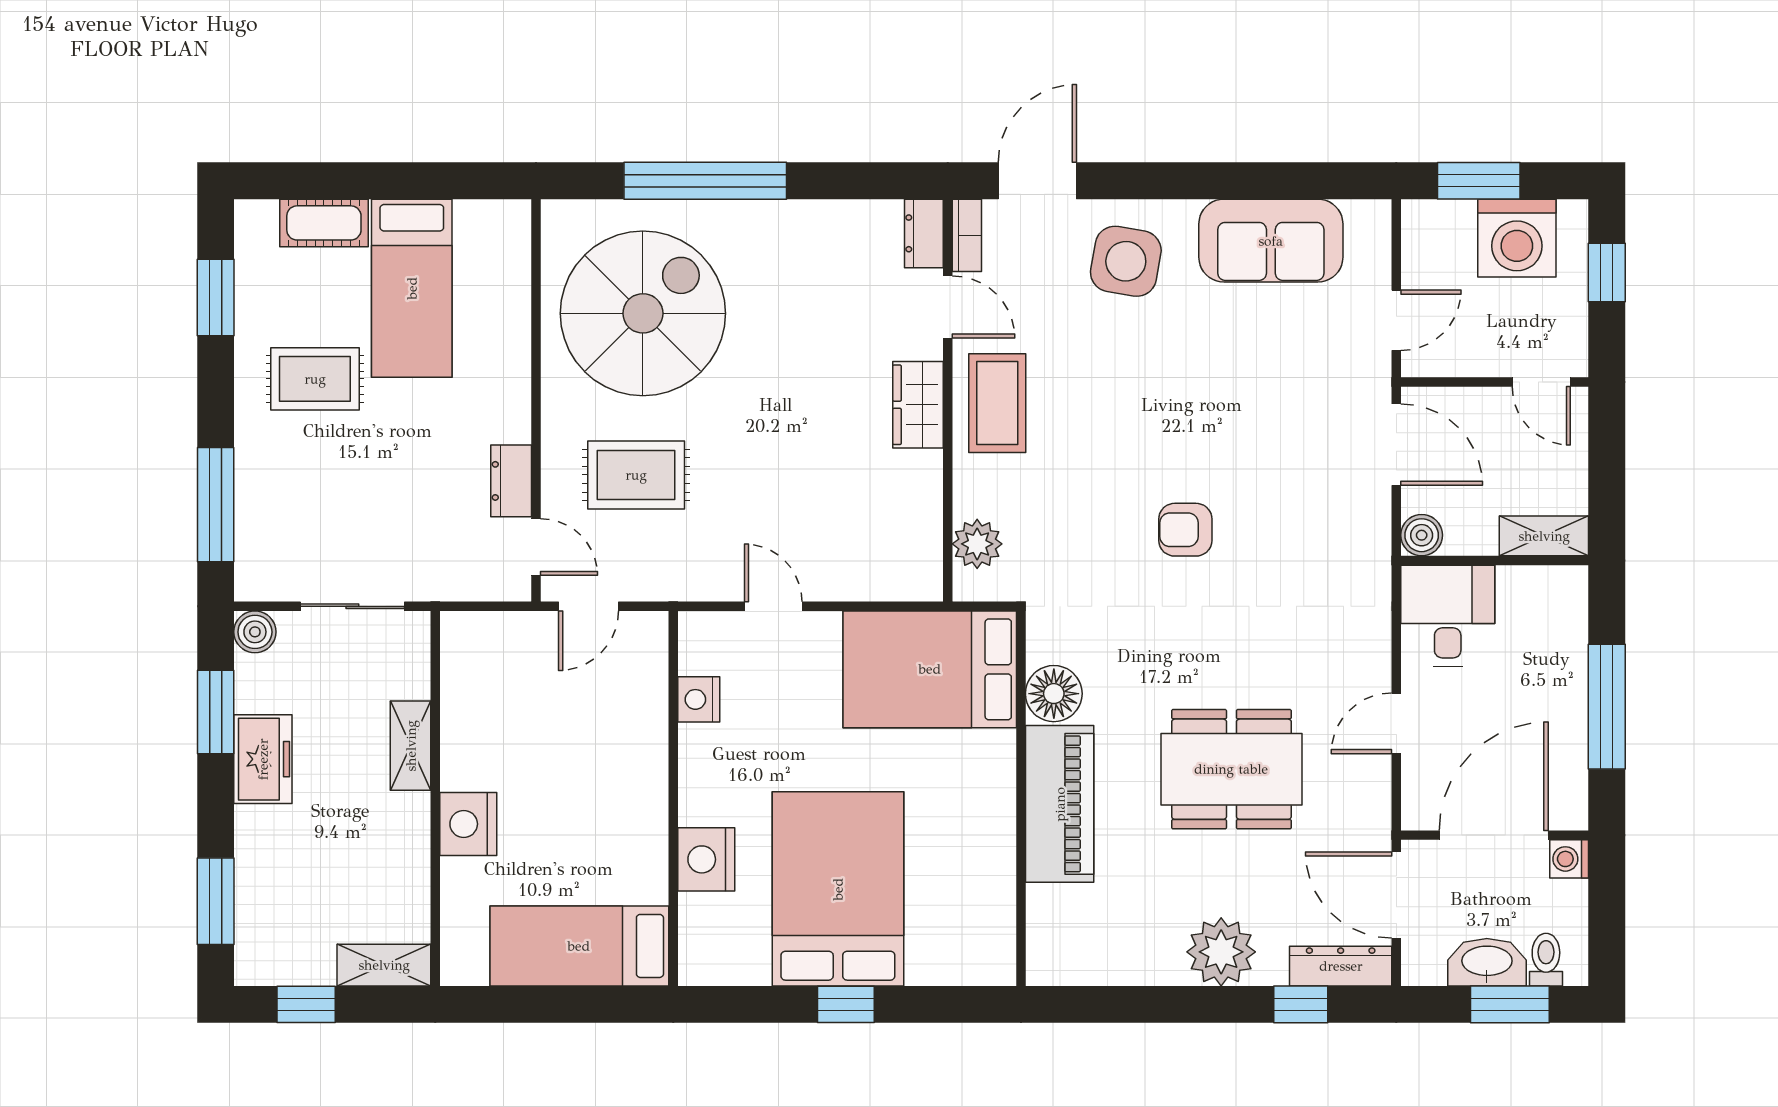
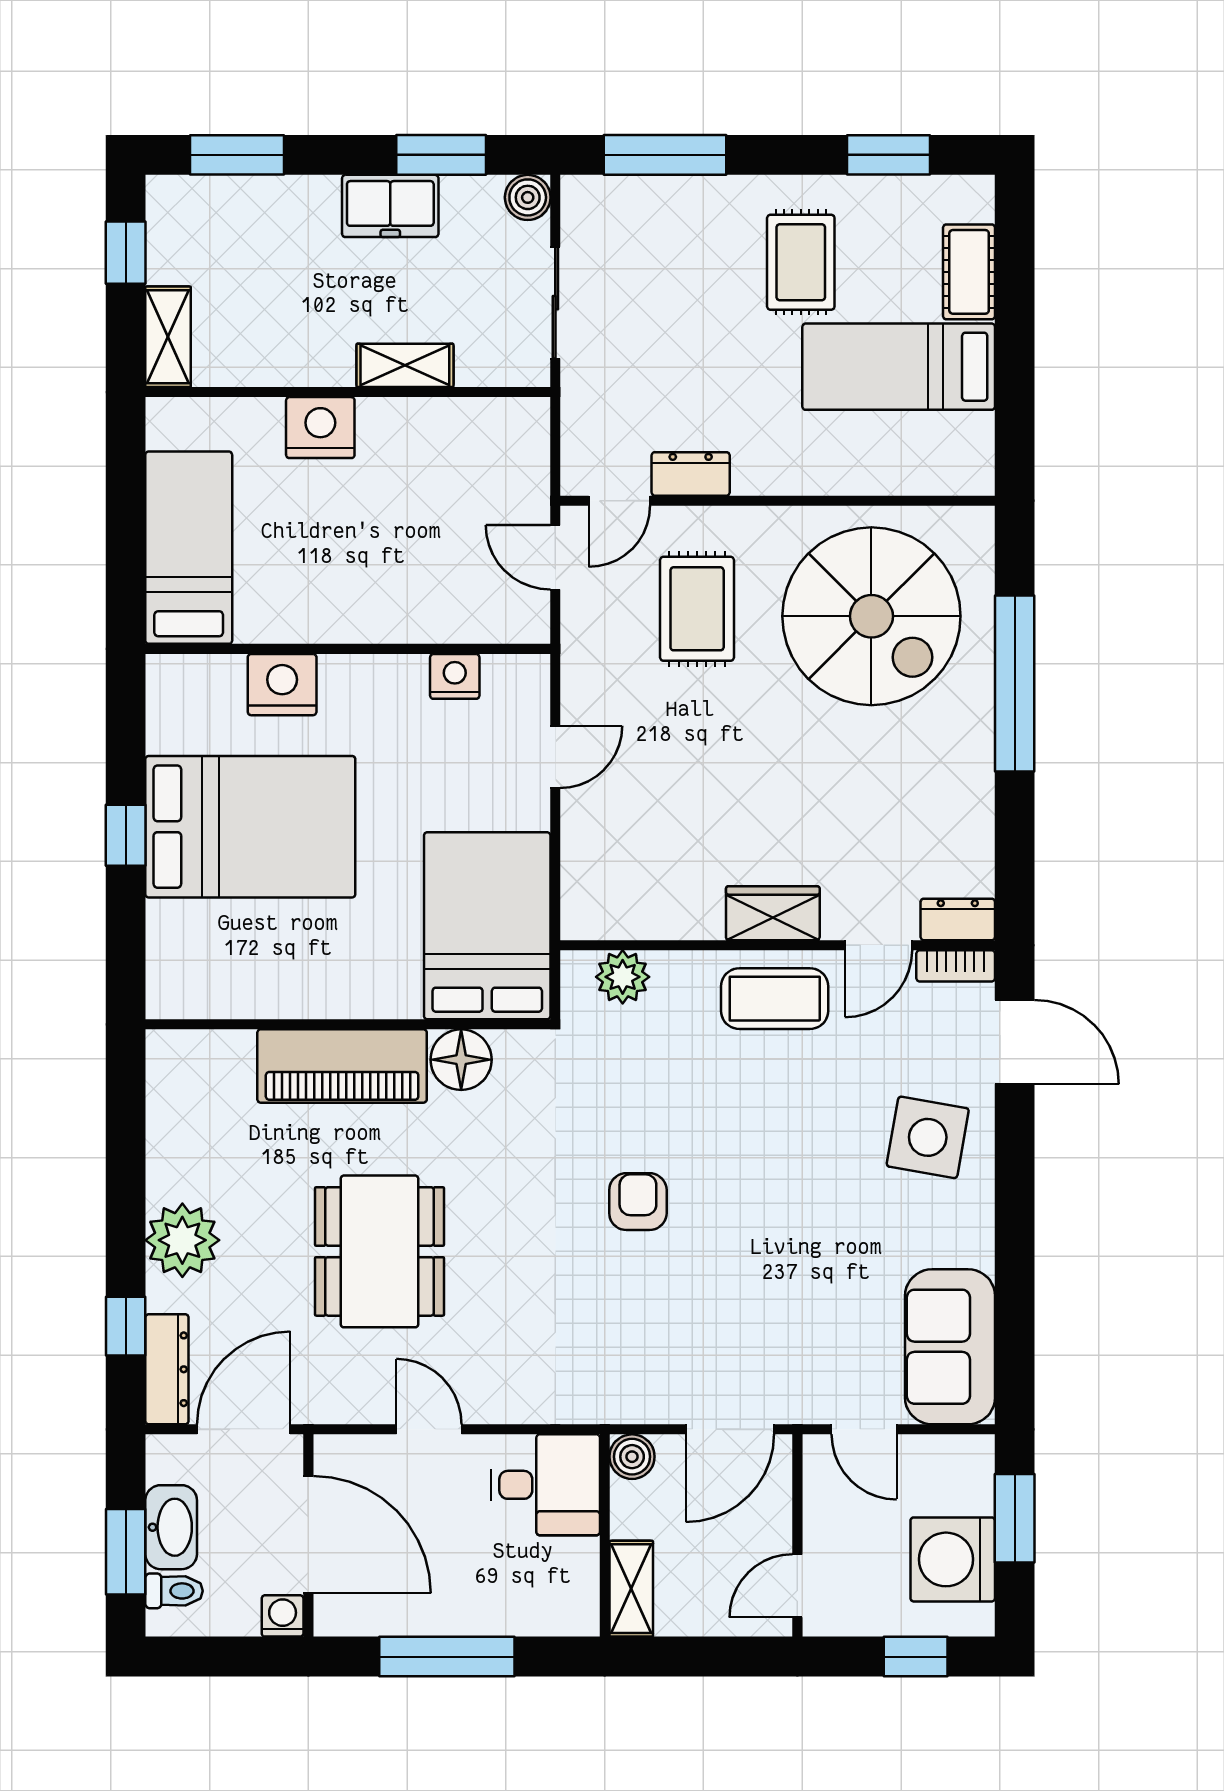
sofa: (1271, 241) -> (950, 1347), moved

